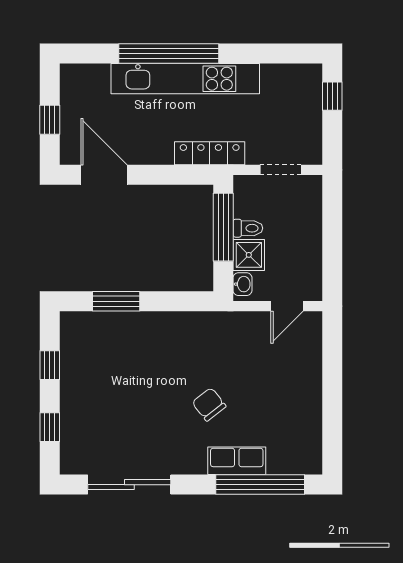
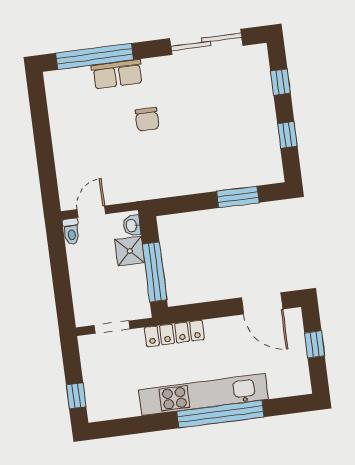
toilet: (248, 228) -> (71, 231), moved, turned -90
chair: (209, 404) -> (147, 119), turned 38

